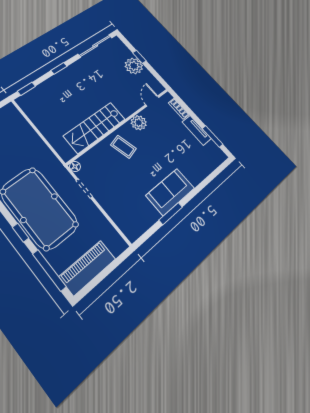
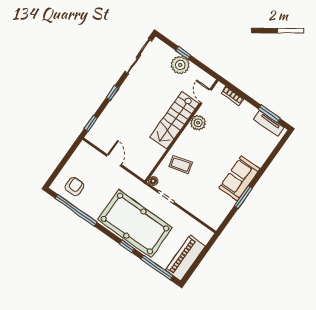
stairs: (95, 128) -> (174, 120), moved
tv unit: (197, 130) -> (269, 123), moved
door: (38, 132) -> (114, 160), added
coffee table: (123, 147) -> (180, 164), moved

